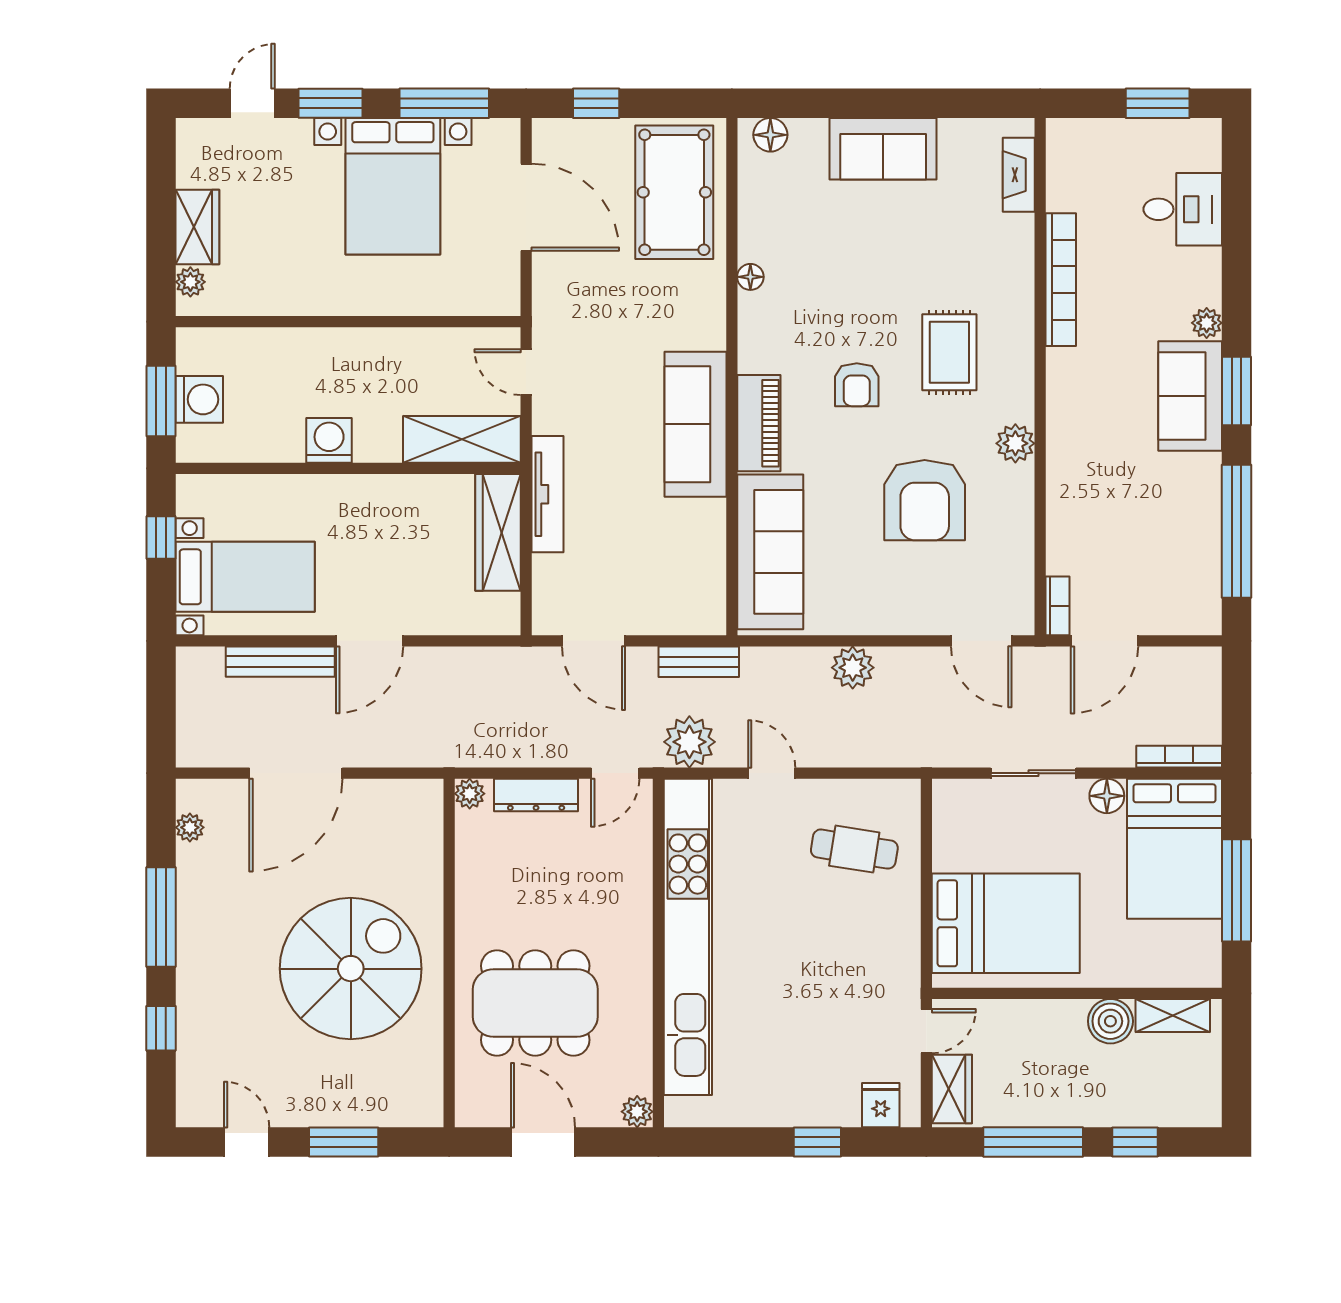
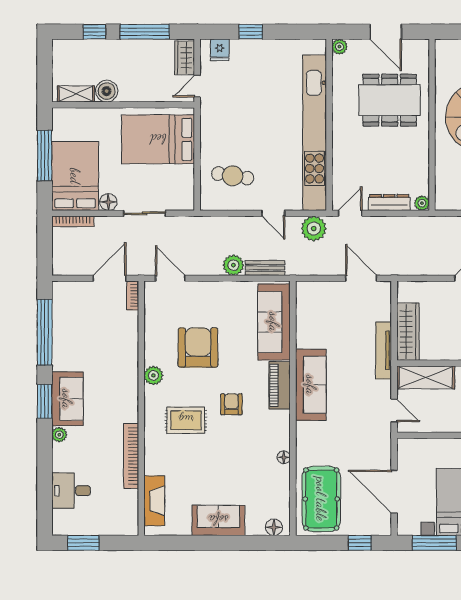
fireplace: (1019, 175) -> (154, 501), width x1.37, depth x1.32
rug: (949, 352) -> (186, 420), turned 90
bench: (699, 662) -> (265, 268), moved

